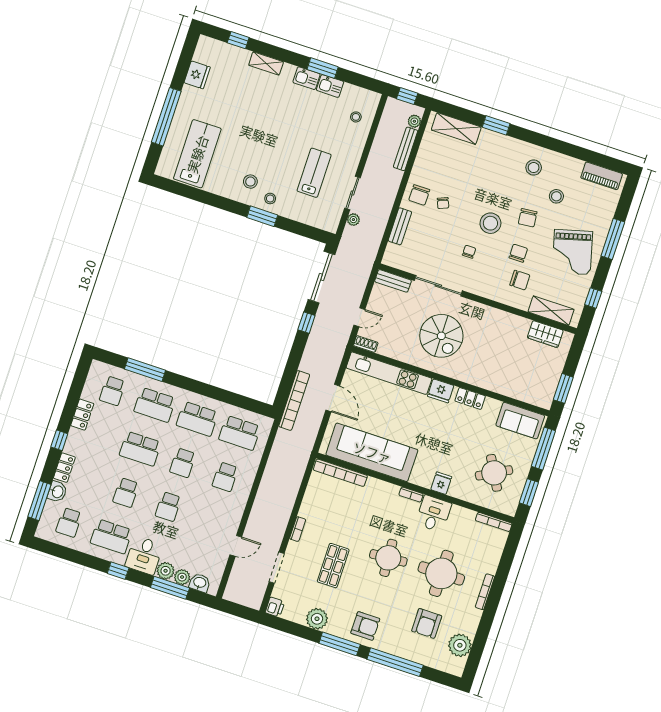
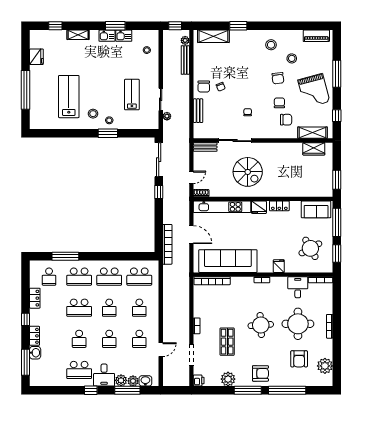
lab bench: (197, 154) -> (69, 97), moved
stool: (490, 223) -> (255, 90), removed
desk: (434, 514) -> (298, 287), moved
school desk: (69, 522) -> (139, 339), moved

